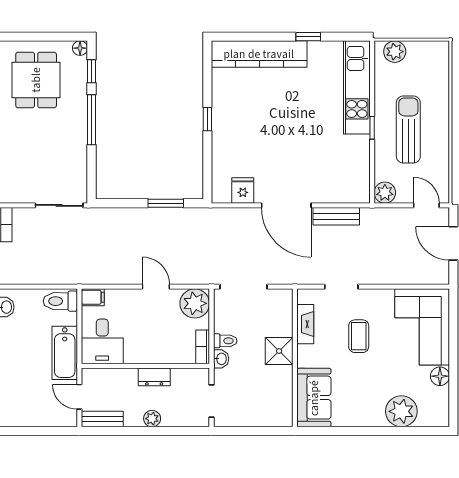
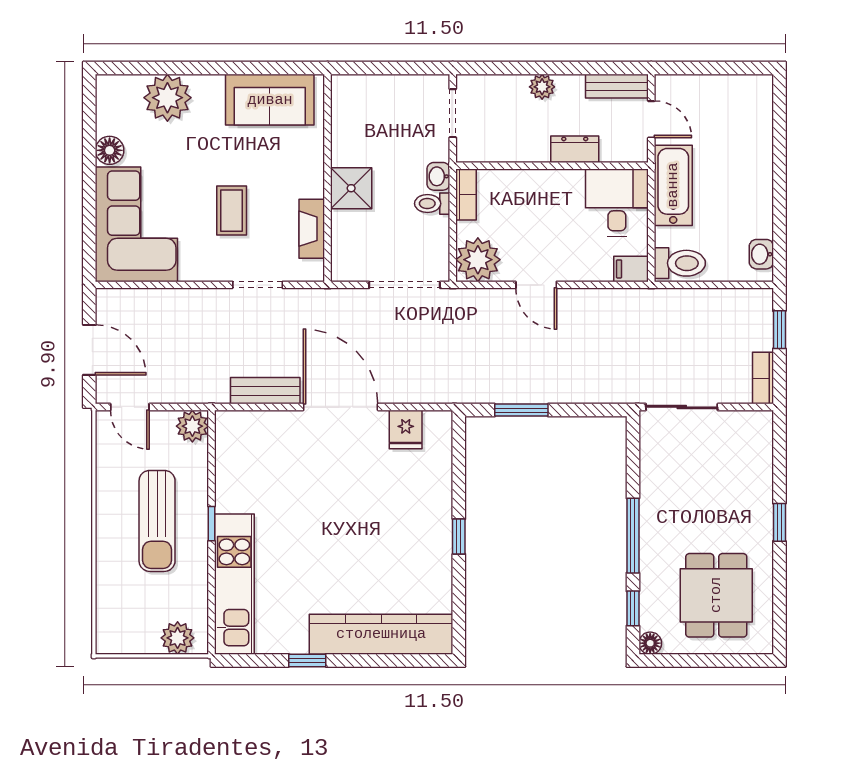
dresser: (154, 377) -> (575, 149), moved
sofa: (314, 398) -> (270, 100), moved, turned -90

